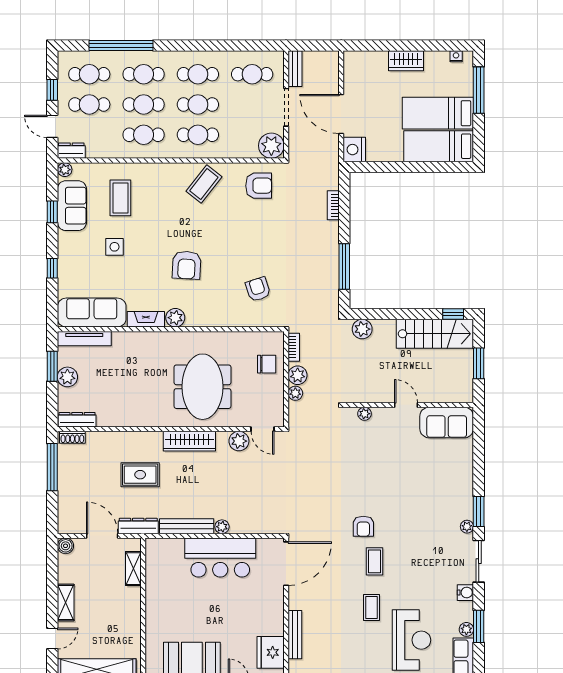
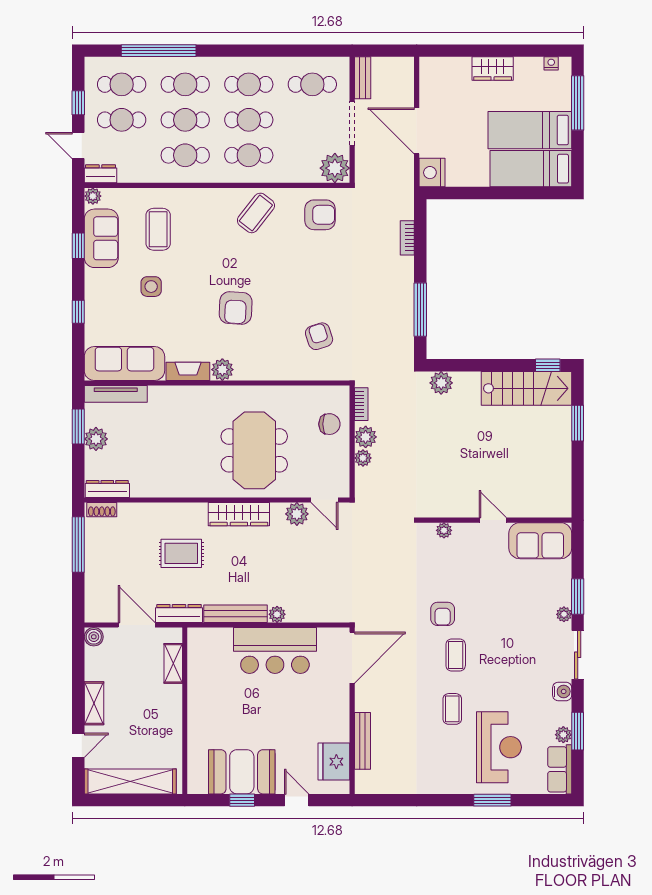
door: (406, 405) -> (493, 520), moved
wall: (408, 405) -> (495, 520), moved
plant: (365, 414) -> (444, 530), moved
sofa: (447, 422) -> (540, 541), moved

